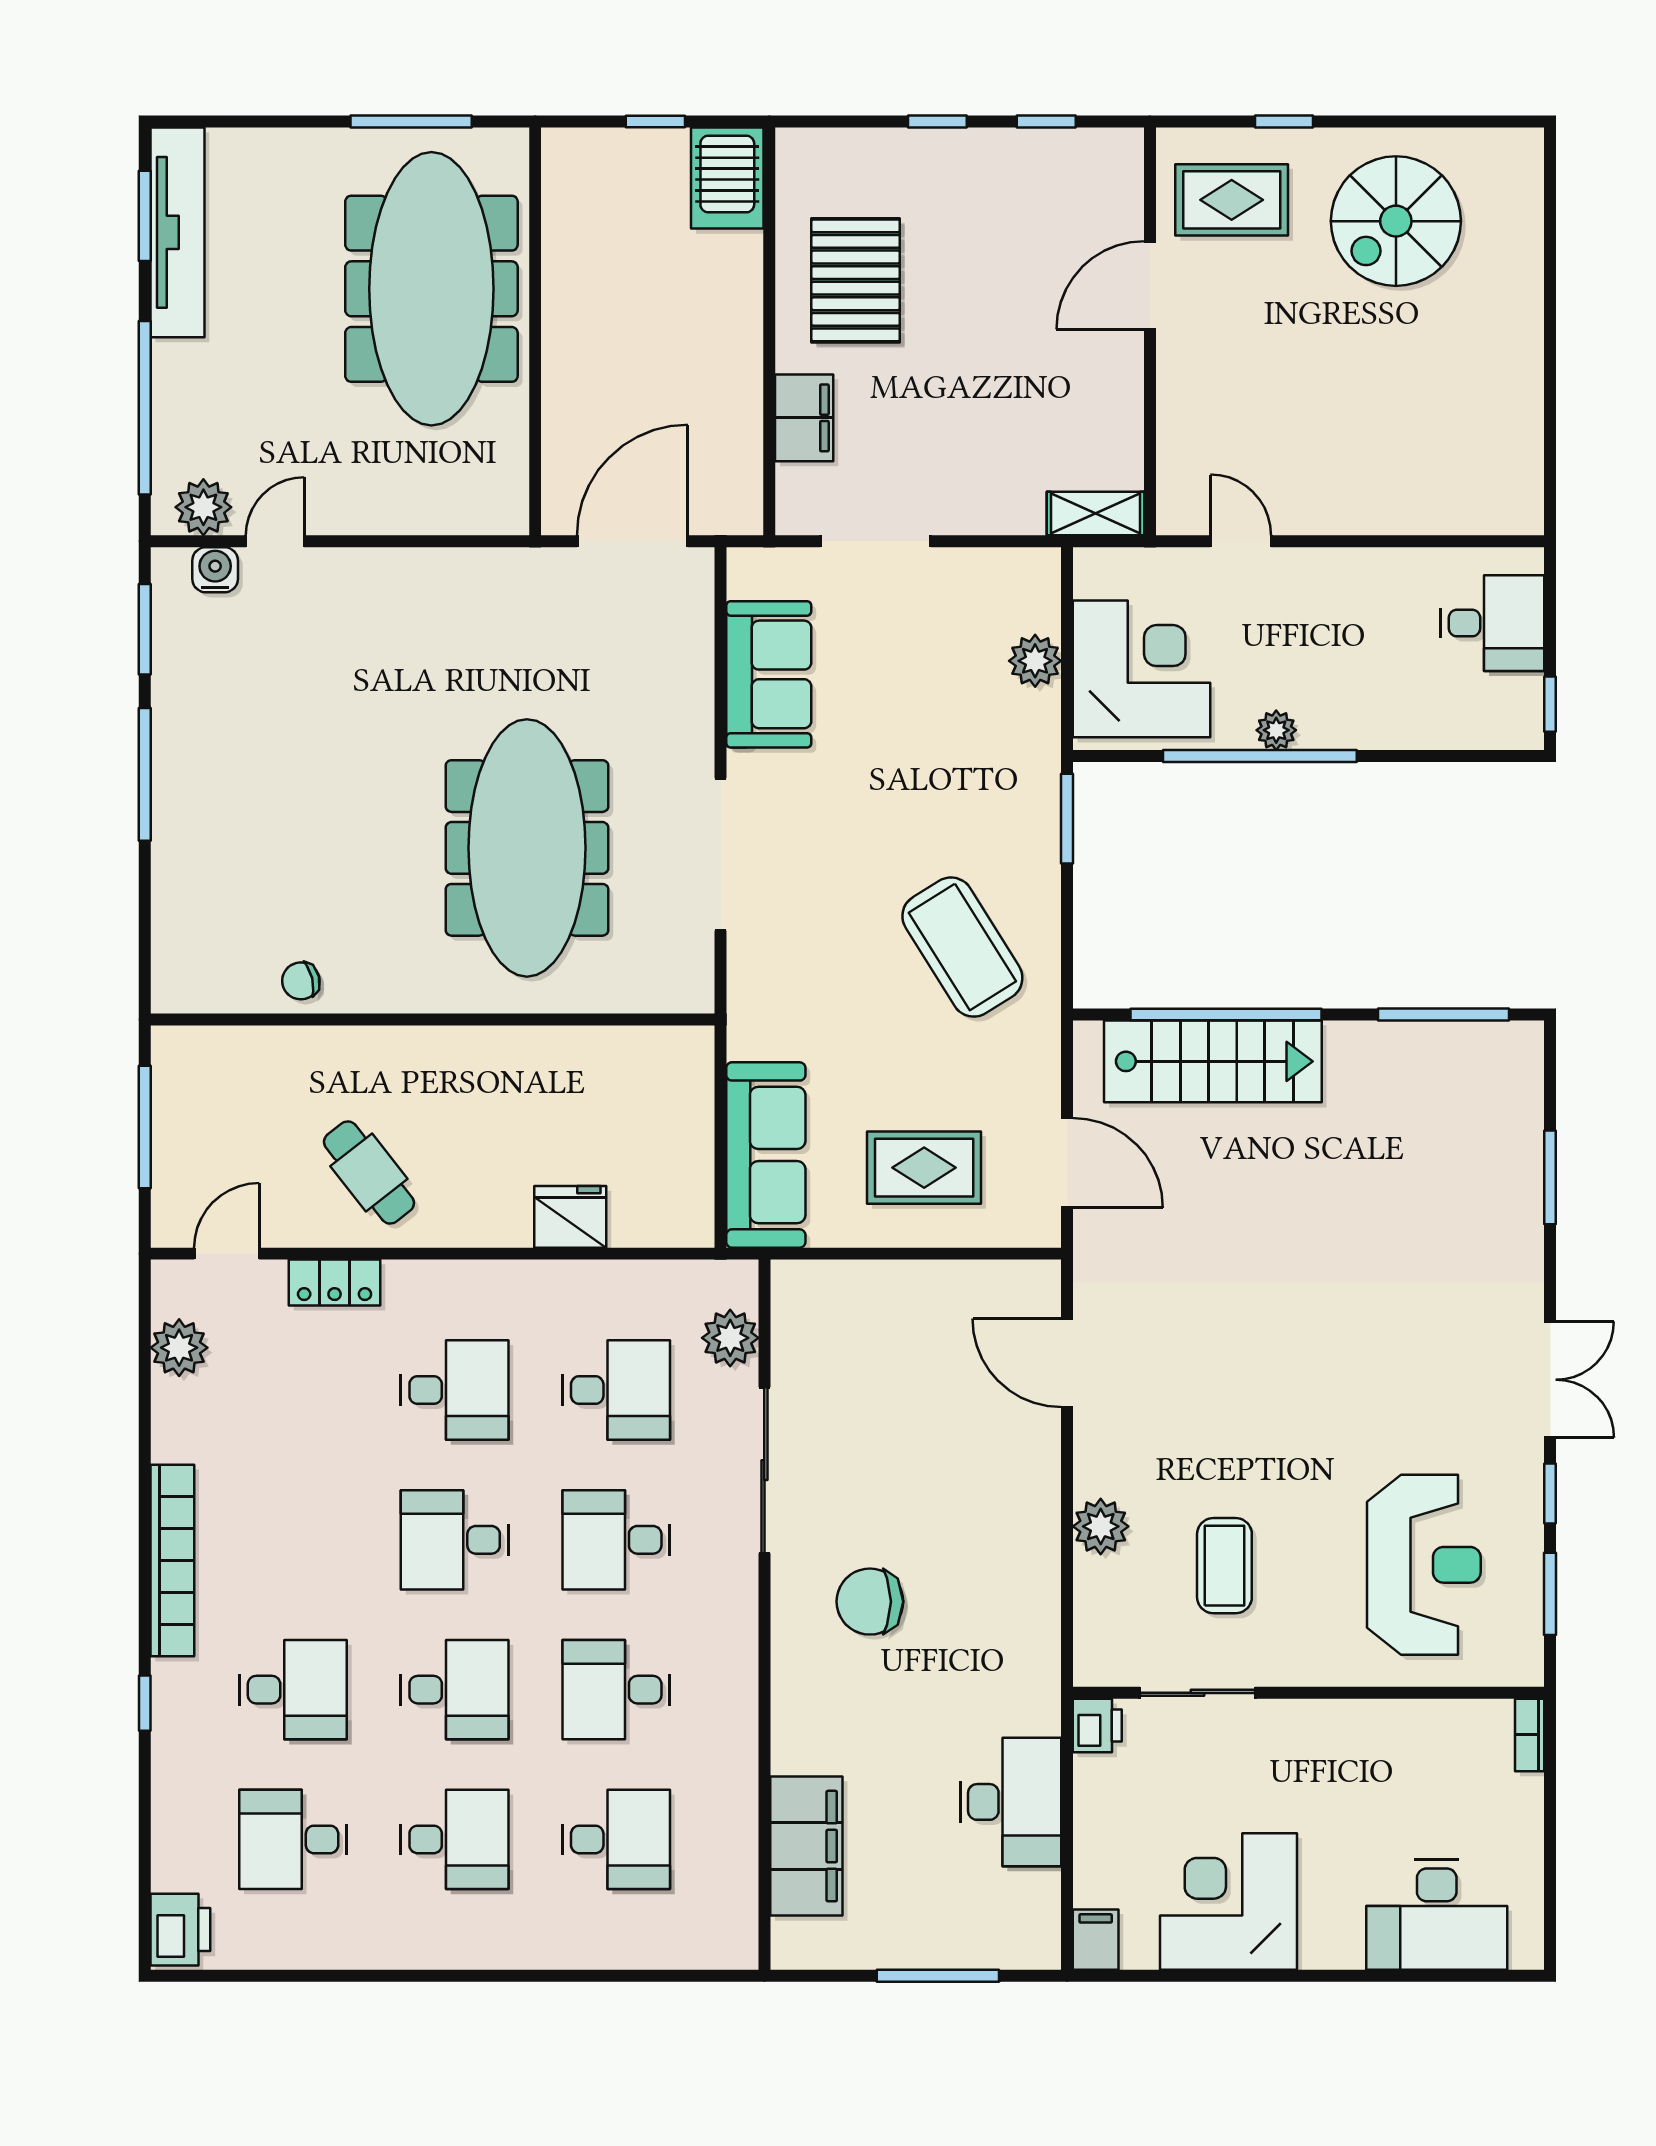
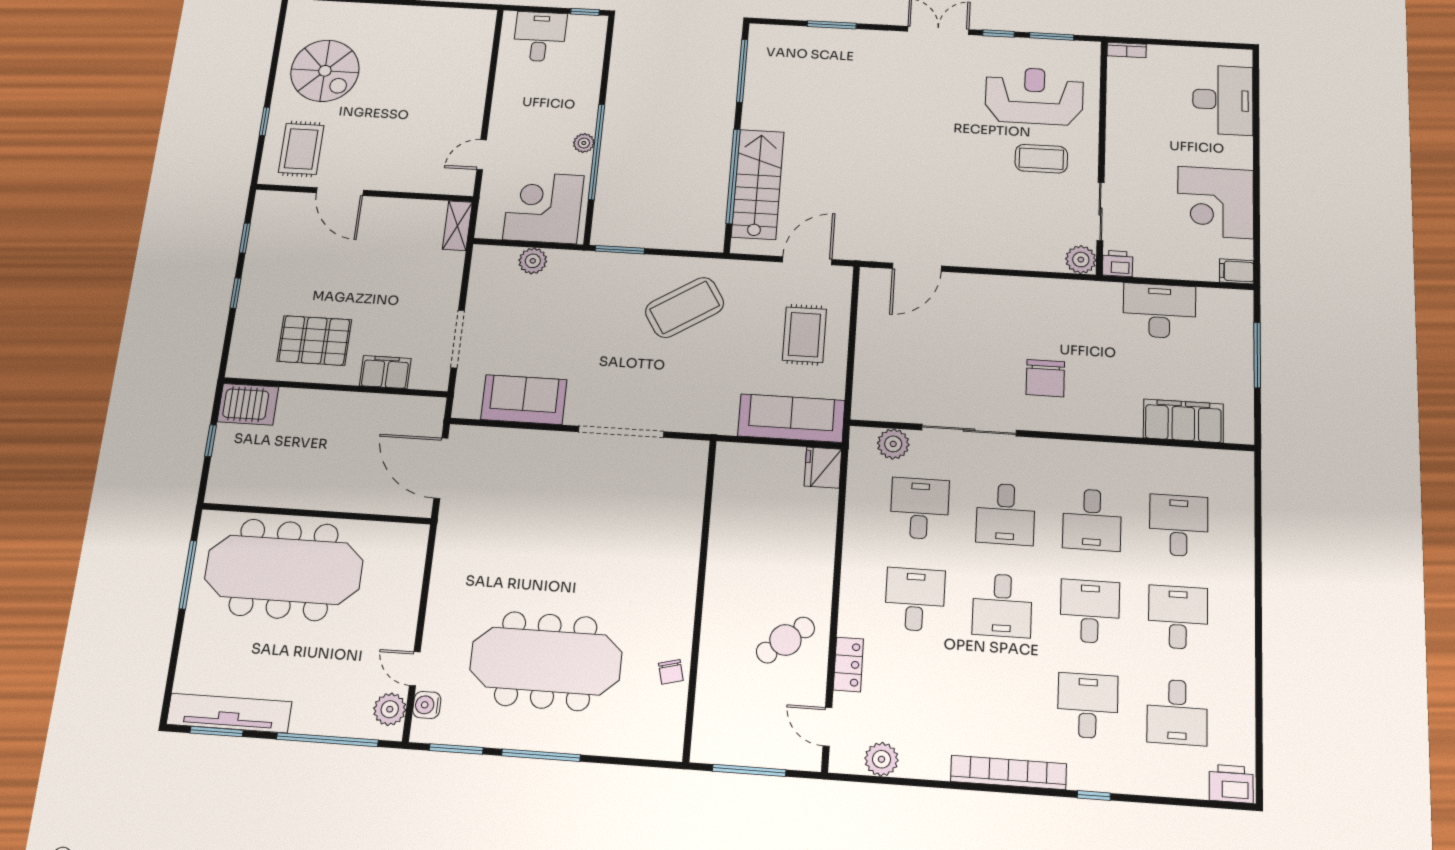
meeting table: (527, 848) -> (546, 661), moved
fridge: (570, 1217) -> (823, 468), moved
plant: (1101, 1526) -> (1081, 260), moved
coffee table: (1224, 1566) -> (1041, 159), moved

